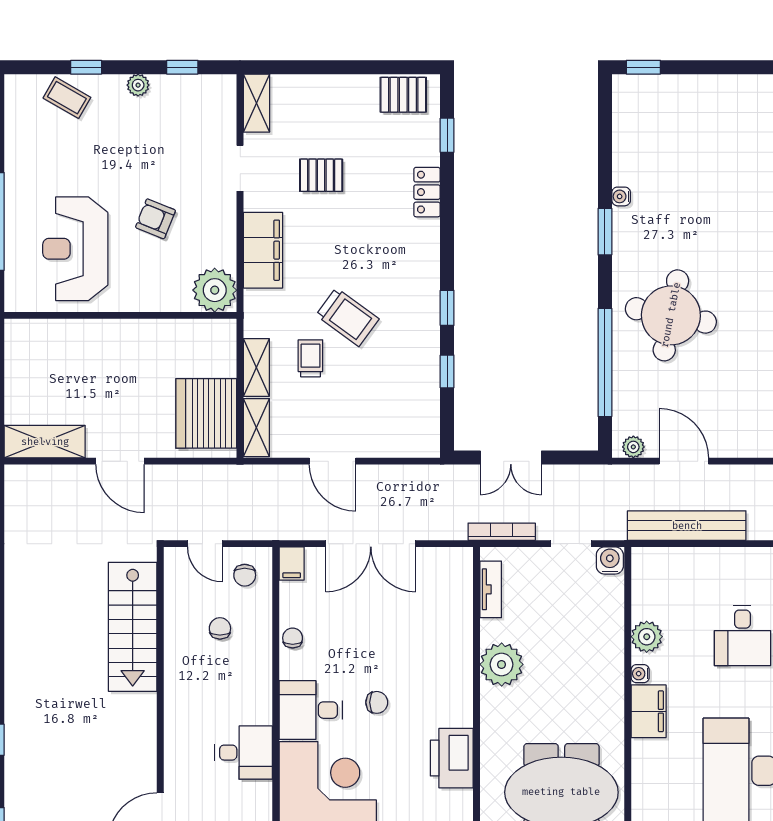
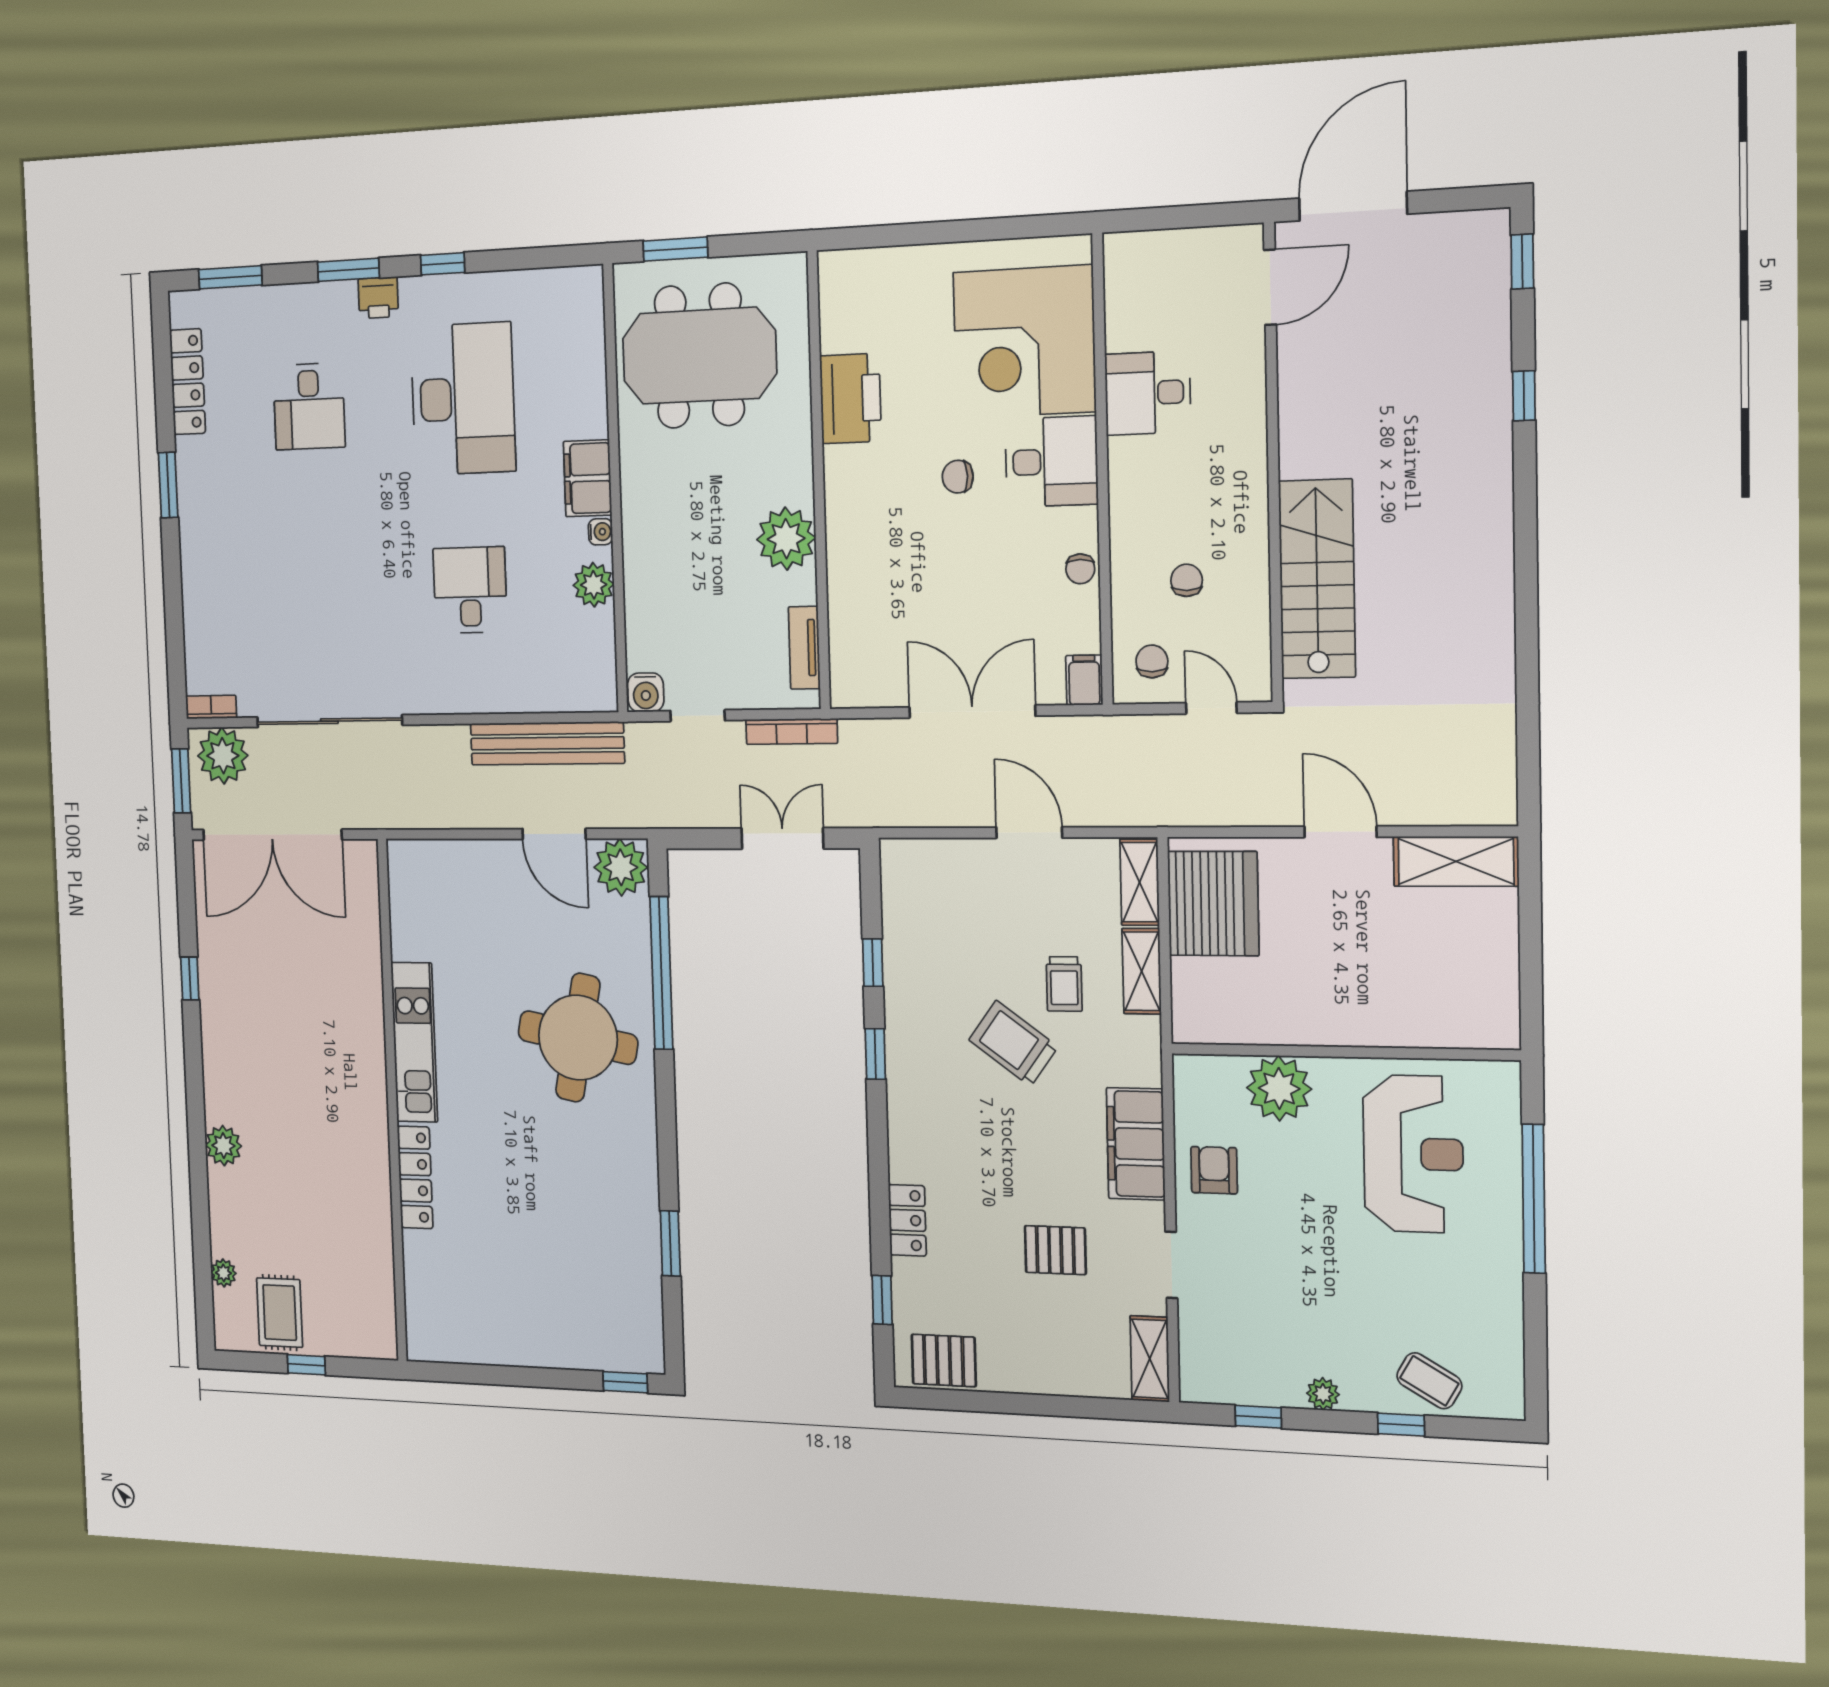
water cooler: (621, 196) -> (648, 1205), removed
armchair: (155, 219) -> (1214, 1170), moved, turned -112
window: (605, 232) -> (670, 1243), moved
plant: (215, 290) -> (1279, 1088), moved
plant: (633, 447) -> (621, 867), width x1.88, depth x1.88
chair: (220, 628) -> (1187, 580), turned 180

